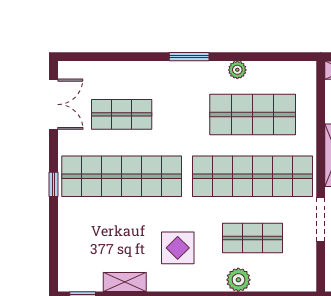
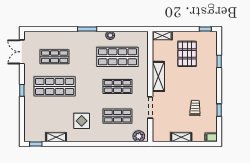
double door: (54, 104) -> (22, 52), swing flipped
shop shelf: (122, 176) -> (55, 86), width x0.71
shop shelf: (253, 176) -> (118, 86), width x0.50, depth x0.74
plant: (238, 280) -> (139, 136), moved

